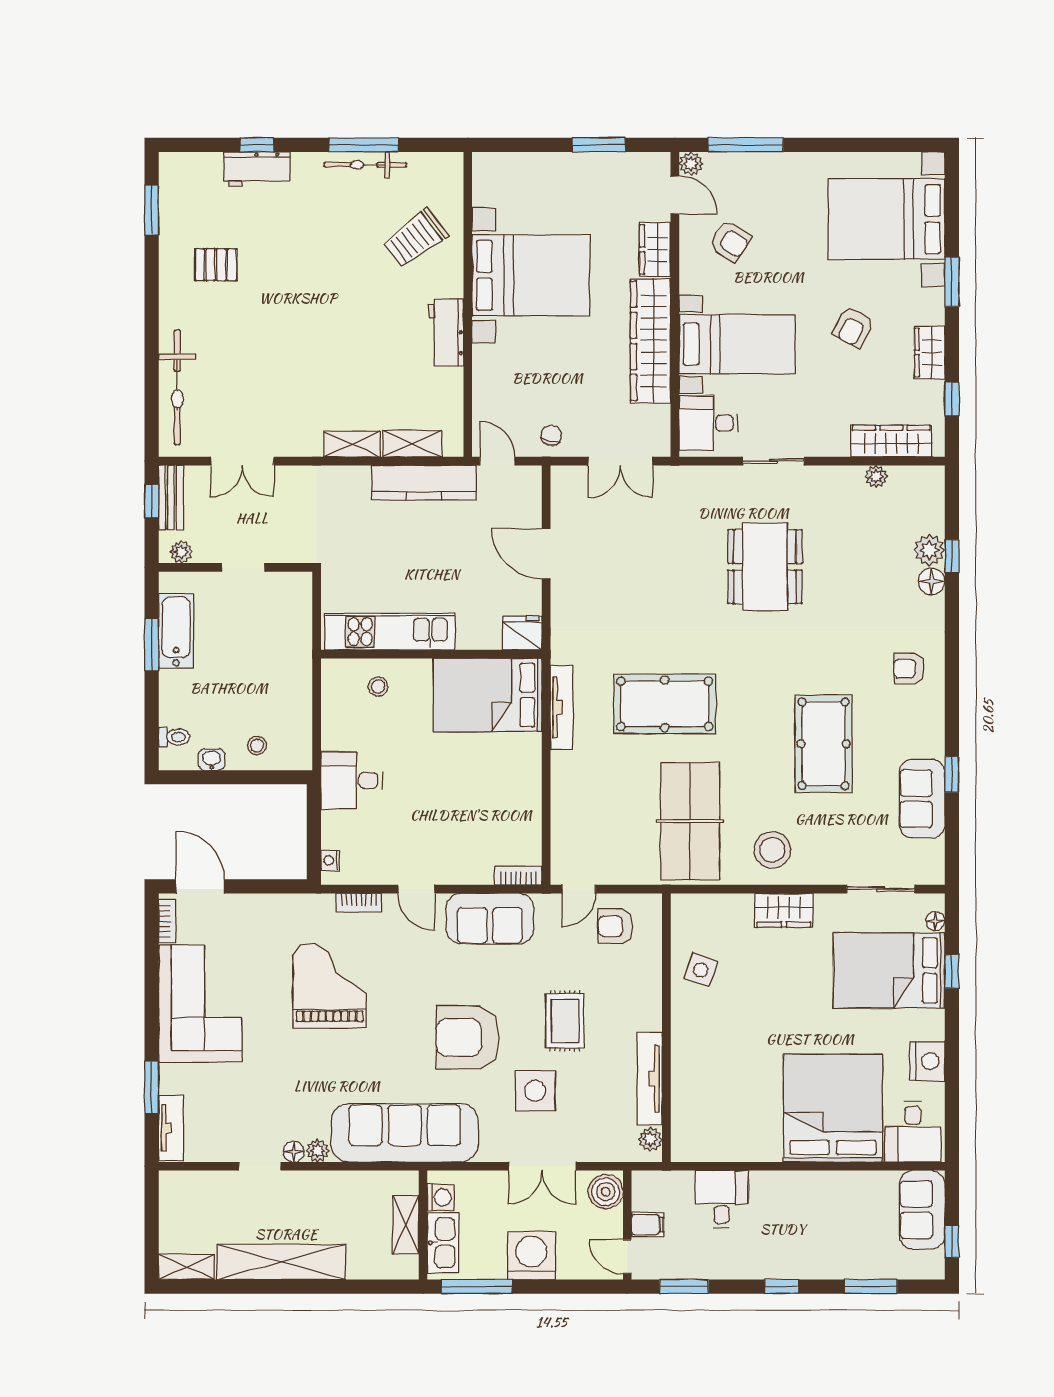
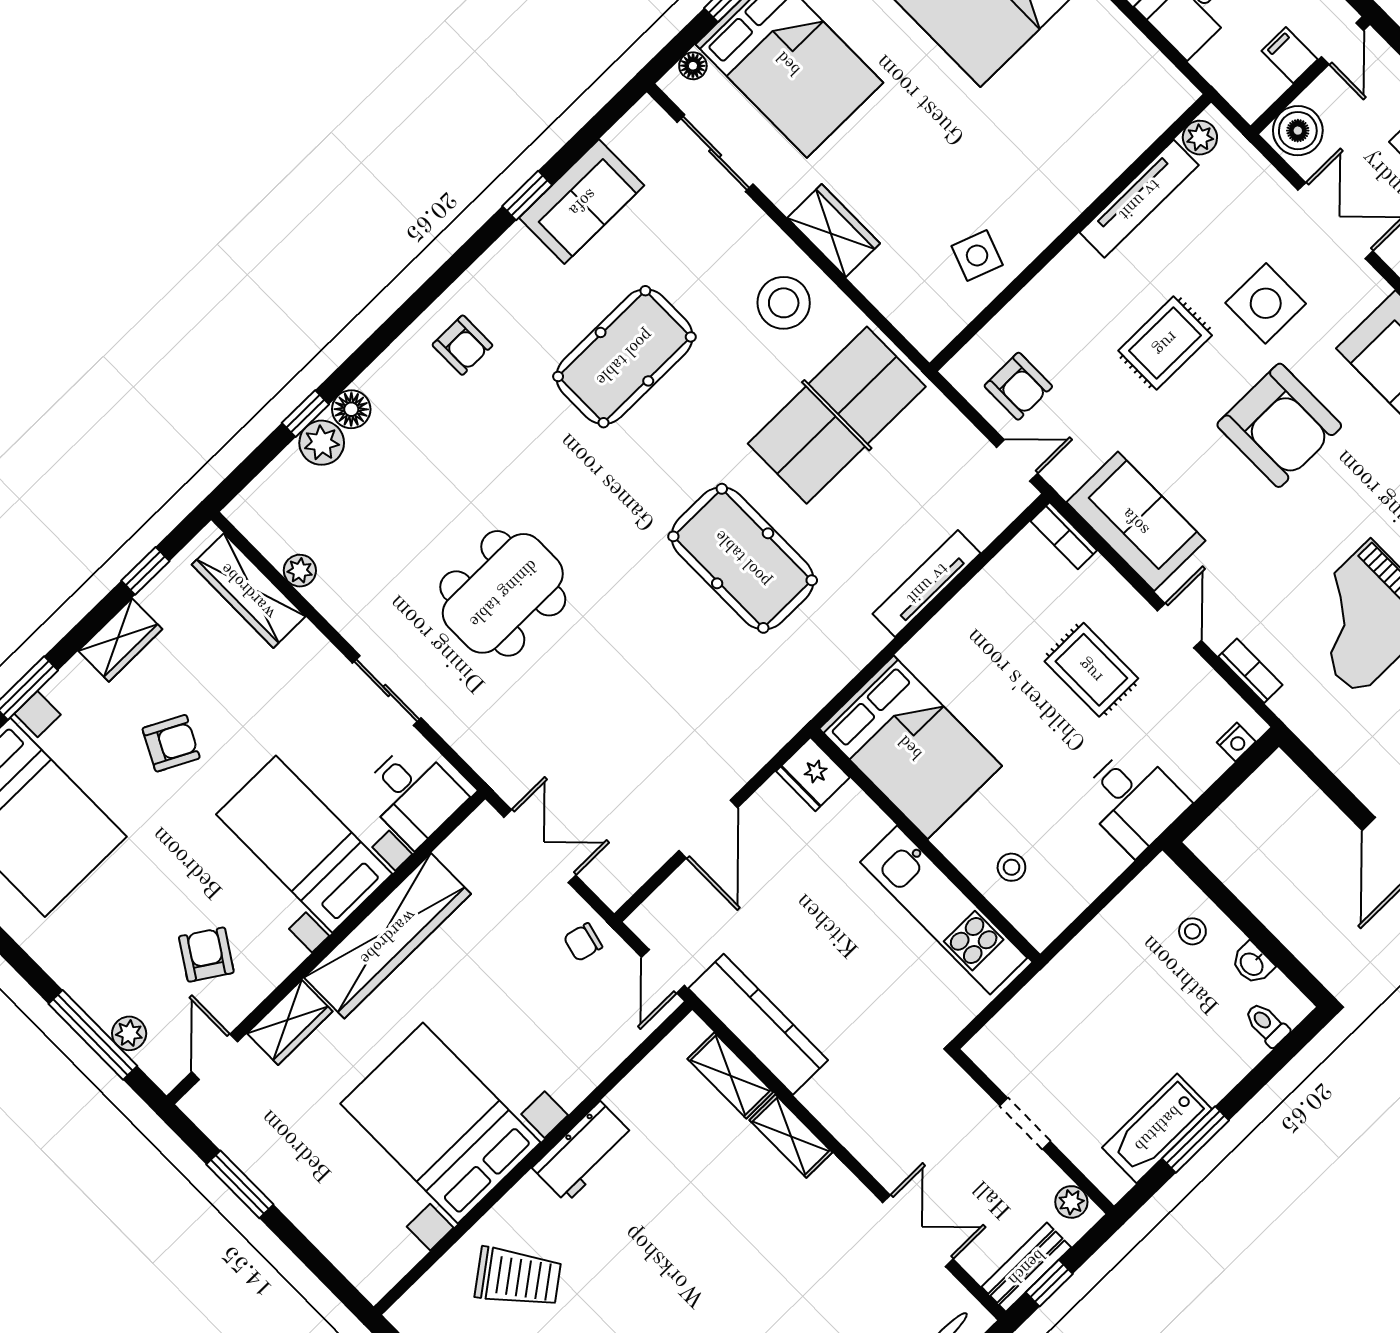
plant: (691, 164) -> (129, 1033), moved
tv unit: (562, 708) -> (927, 583), moved
rug: (438, 823) -> (1091, 670), added

